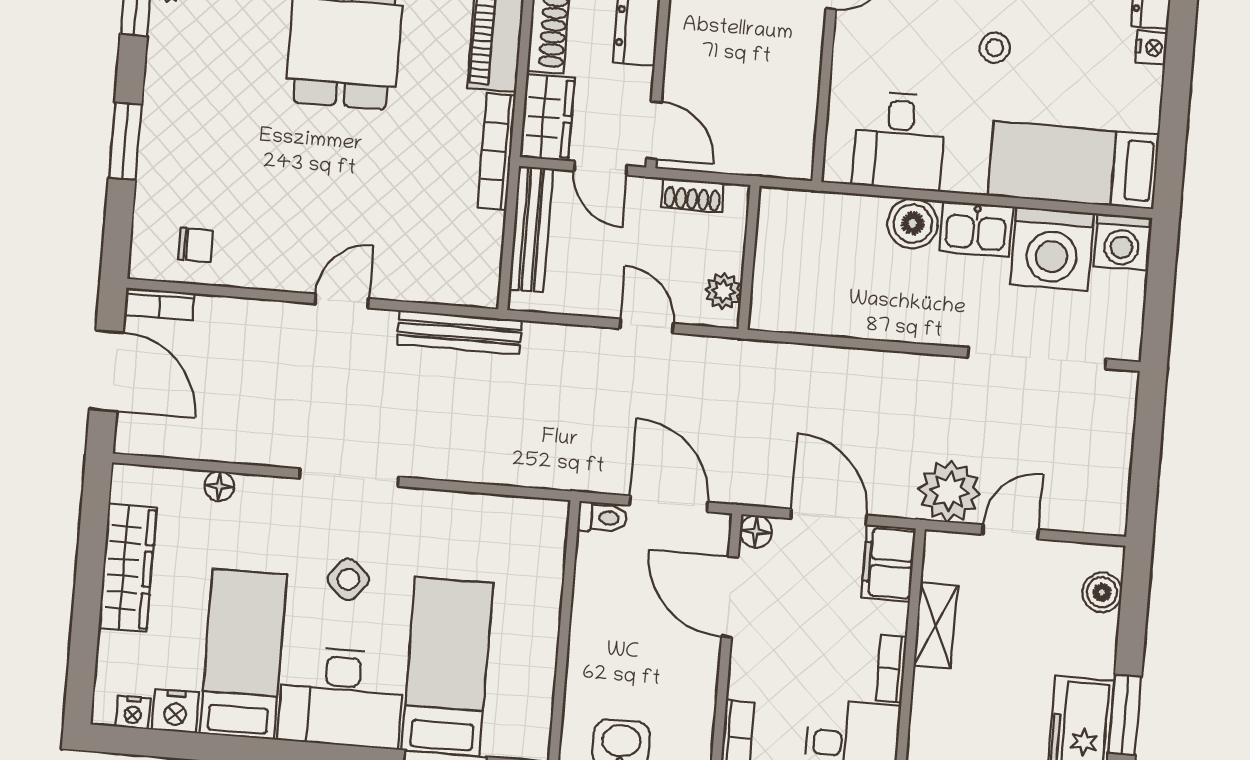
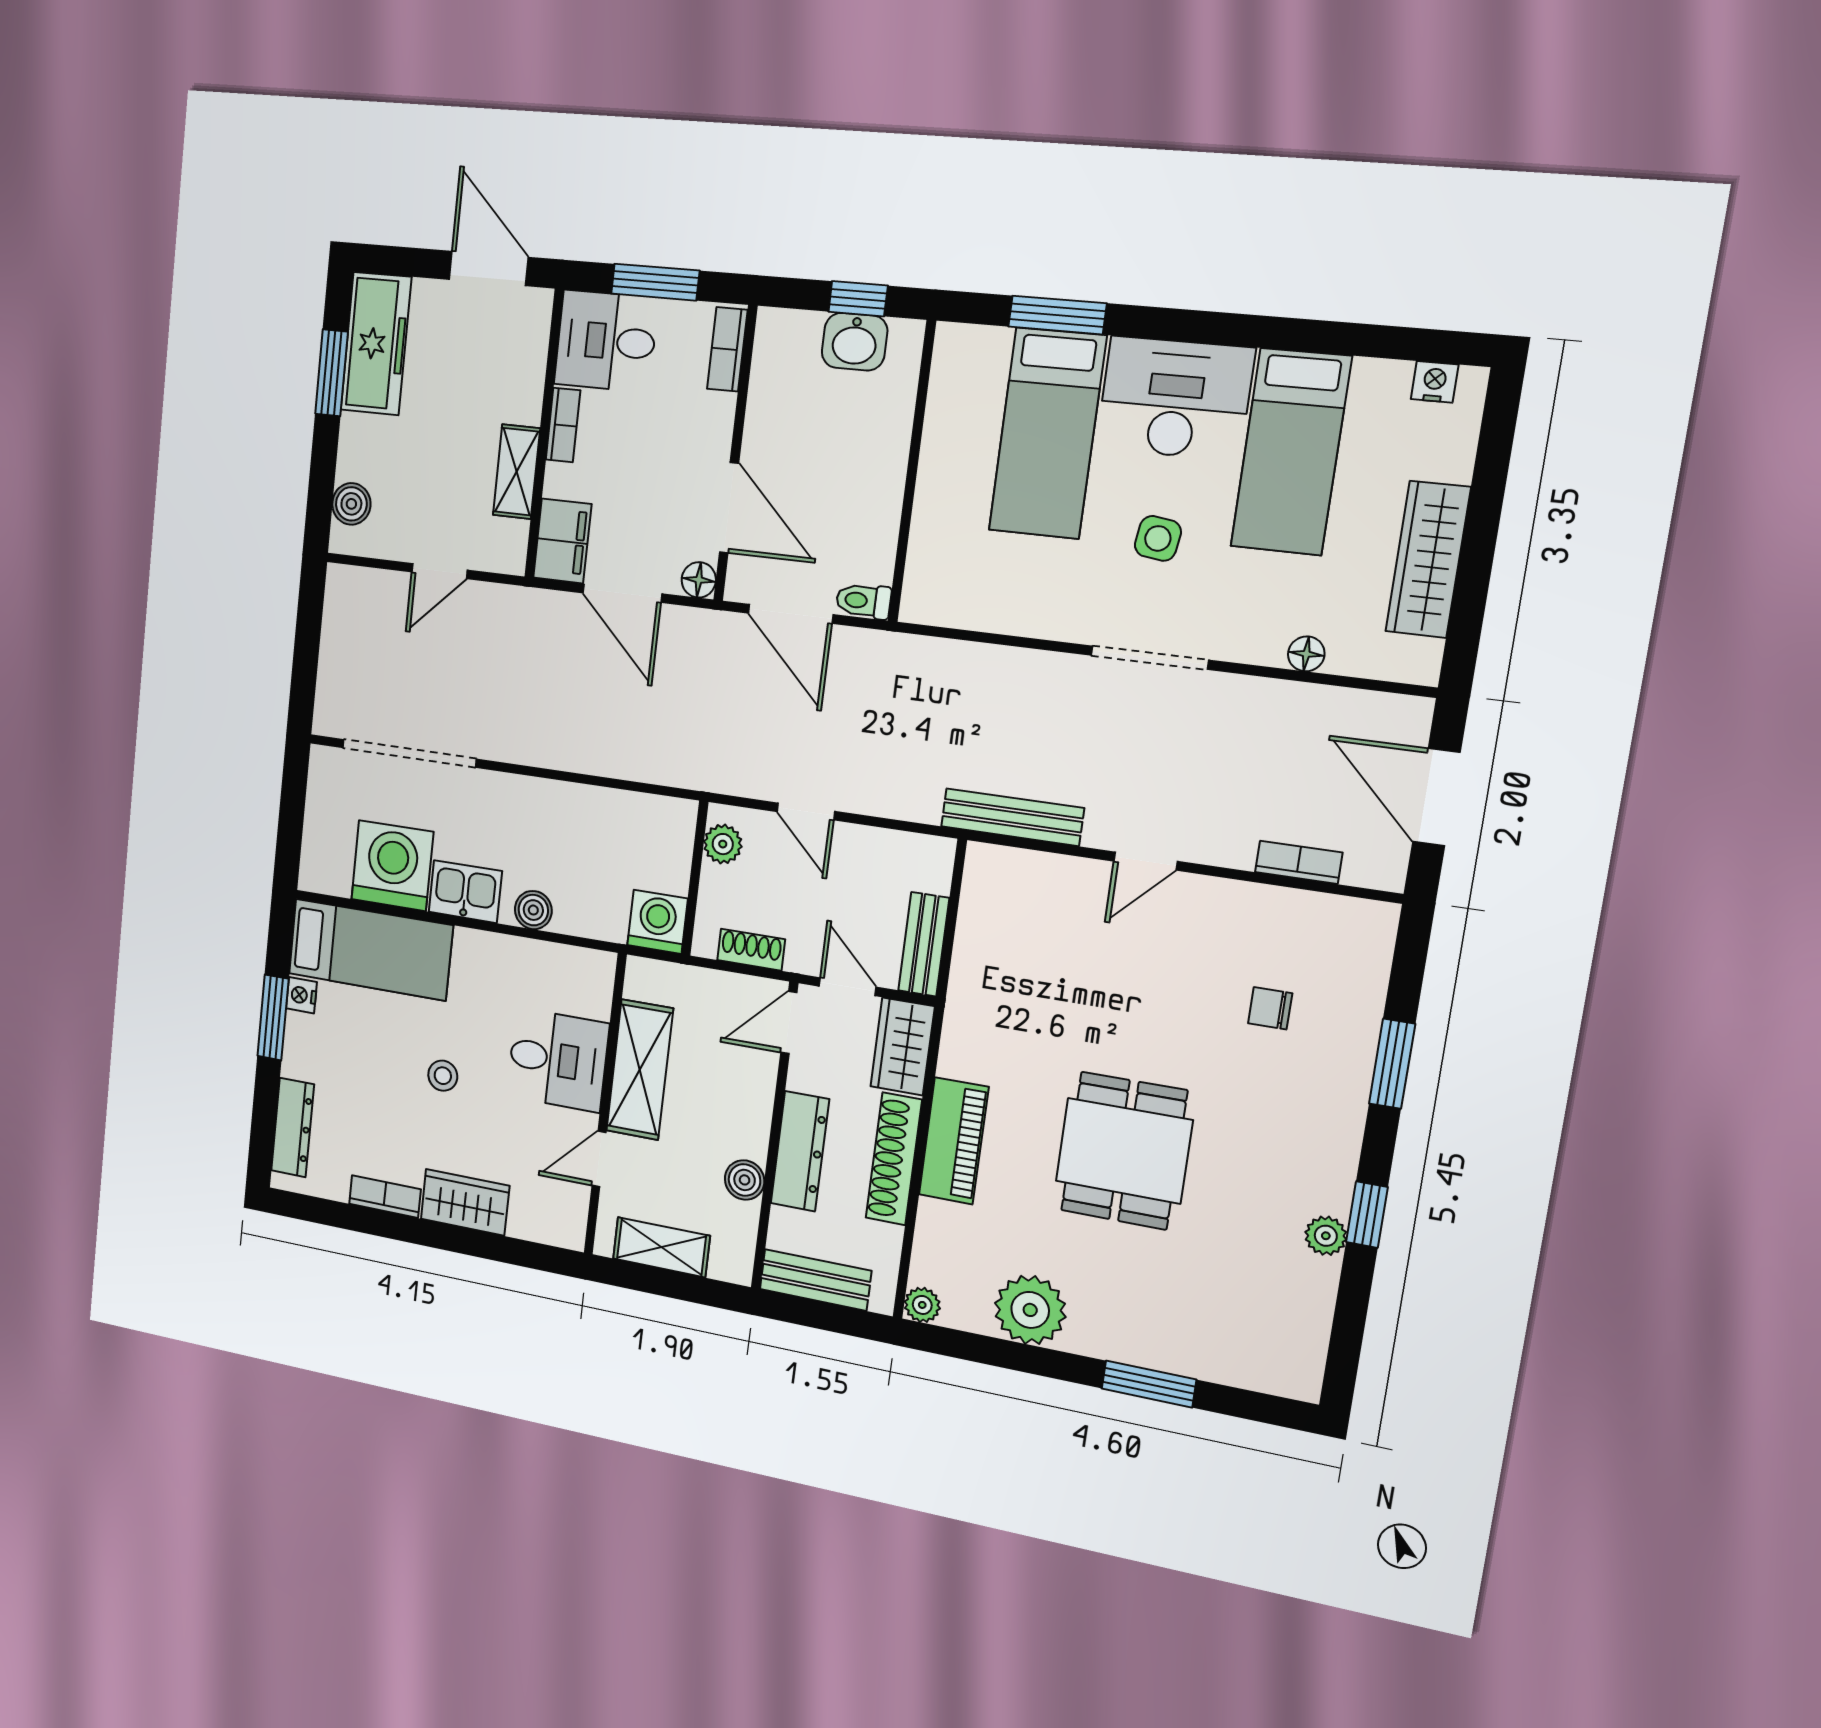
nightstand: (1151, 47) -> (301, 995), moved
shelving: (796, 72) -> (640, 1070), added
window: (1176, 89) -> (273, 1017), added
door: (654, 130) -> (789, 1023), hinge flipped
desk: (899, 141) -> (558, 1060), moved, turned 90
bookcase: (497, 151) -> (960, 1015), removed
boiler: (913, 223) -> (533, 910), width x0.73, depth x0.73
bench: (531, 229) -> (924, 944), width x0.73
washing machine: (1122, 242) -> (657, 922), moved
chair: (196, 245) -> (1270, 1008), moved
bookcase: (159, 304) -> (1299, 862), moved
plant: (949, 491) -> (499, 617), removed
side table: (348, 579) -> (1158, 538), turned -33
nightstand: (175, 711) -> (1381, 383), removed

